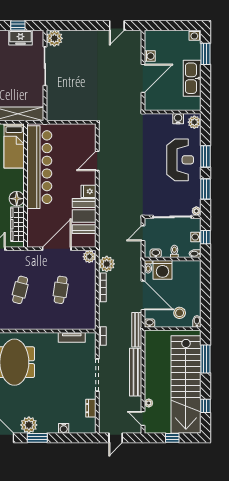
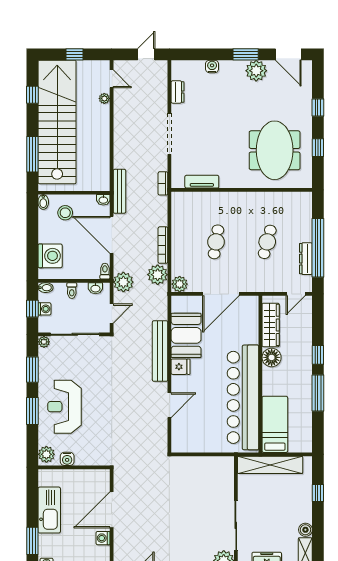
plant: (134, 258) -> (123, 282), added
washing machine: (162, 270) -> (50, 256), moved, turned 90
bench: (136, 372) -> (160, 351), moved

